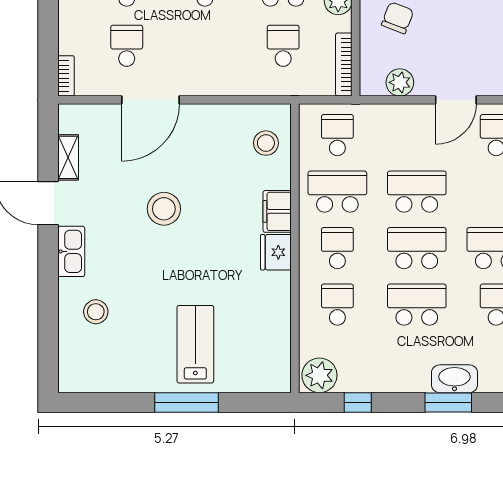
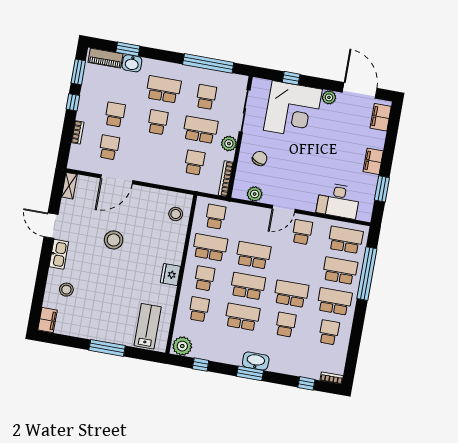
bookcase: (66, 76) -> (78, 132), moved
shelving: (68, 157) -> (69, 186), moved
filing cabinet: (277, 211) -> (47, 320), moved, turned 180
lab bench: (195, 344) -> (148, 326), moved

